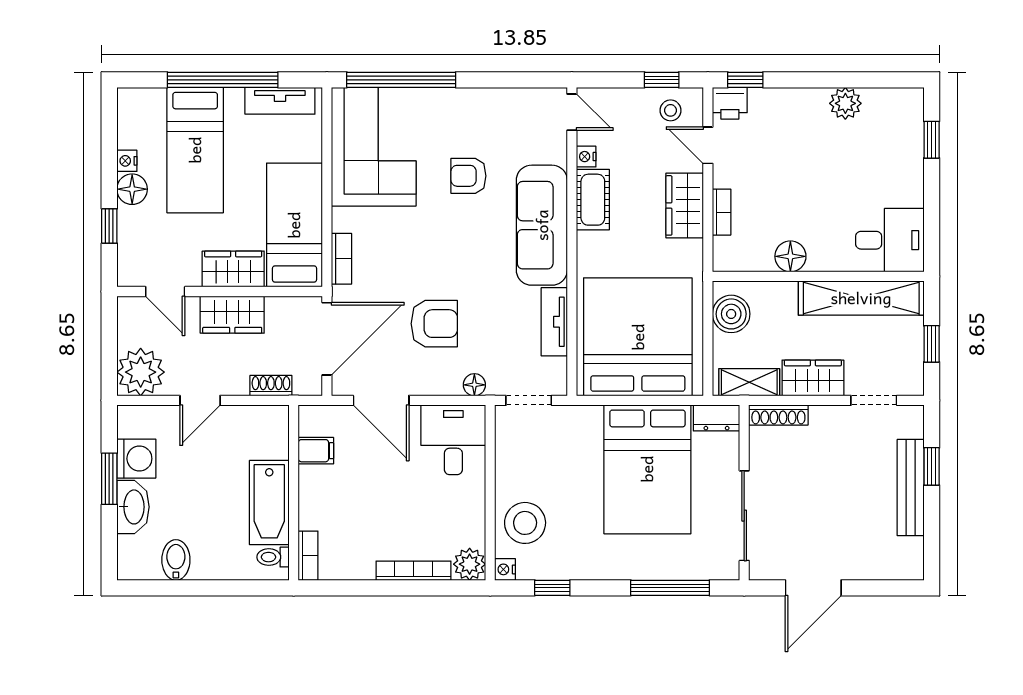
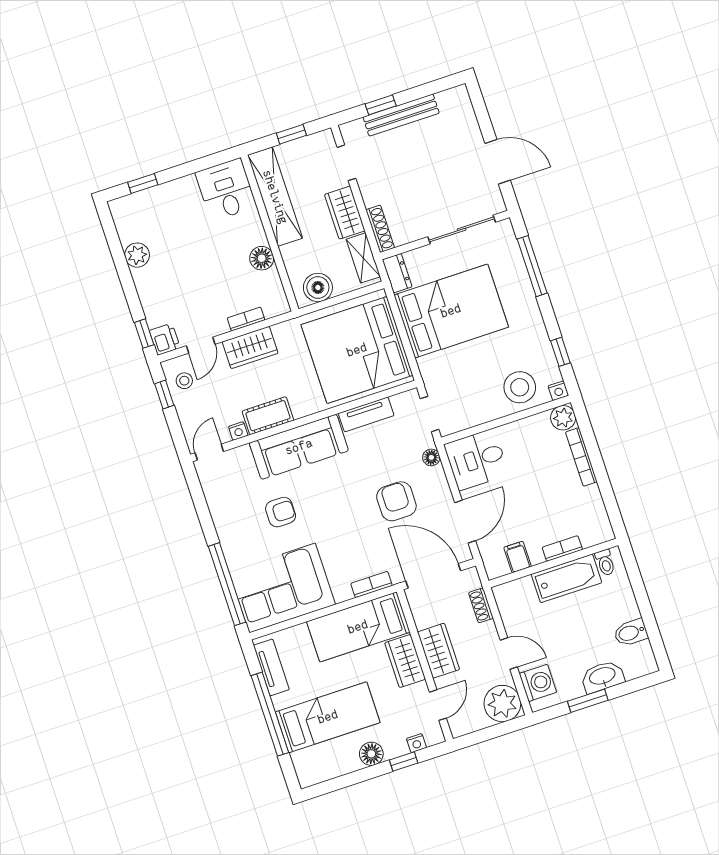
nightstand: (127, 161) -> (416, 743), moved
armchair: (468, 176) -> (281, 512), turned -90
washing machine: (136, 459) -> (538, 683), moved, turned 90
bookcase: (308, 556) -> (562, 548), moved

